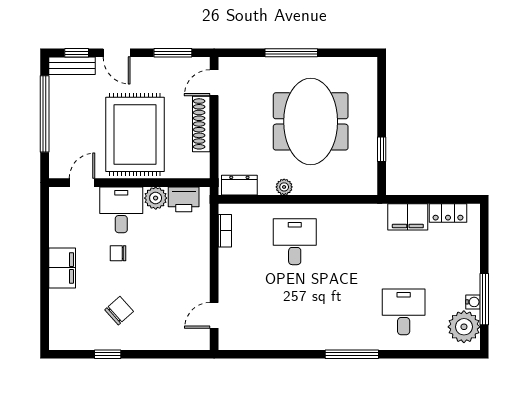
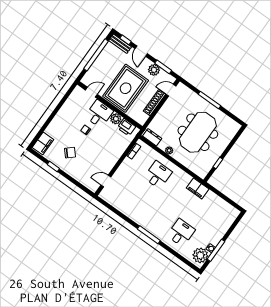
plant: (161, 69) -> (154, 70), added
locker: (448, 213) -> (226, 206), removed
filing cabinet: (408, 217) -> (198, 189), moved
filing cabinet: (62, 268) -> (43, 143), moved

